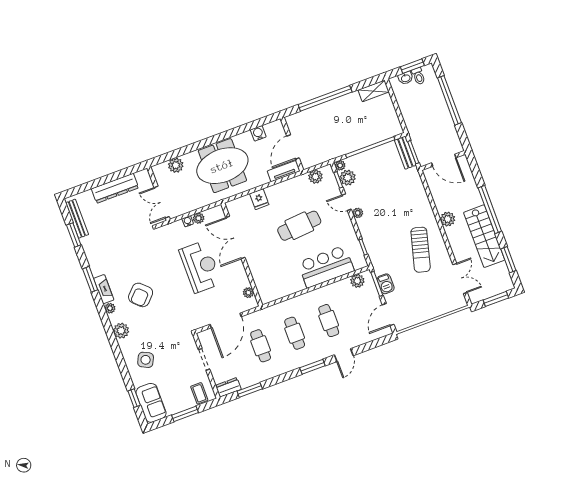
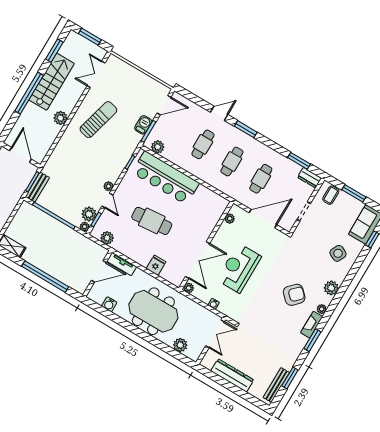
plant: (199, 218) -> (189, 288), moved
bar counter: (326, 267) -> (166, 178), width x1.36

